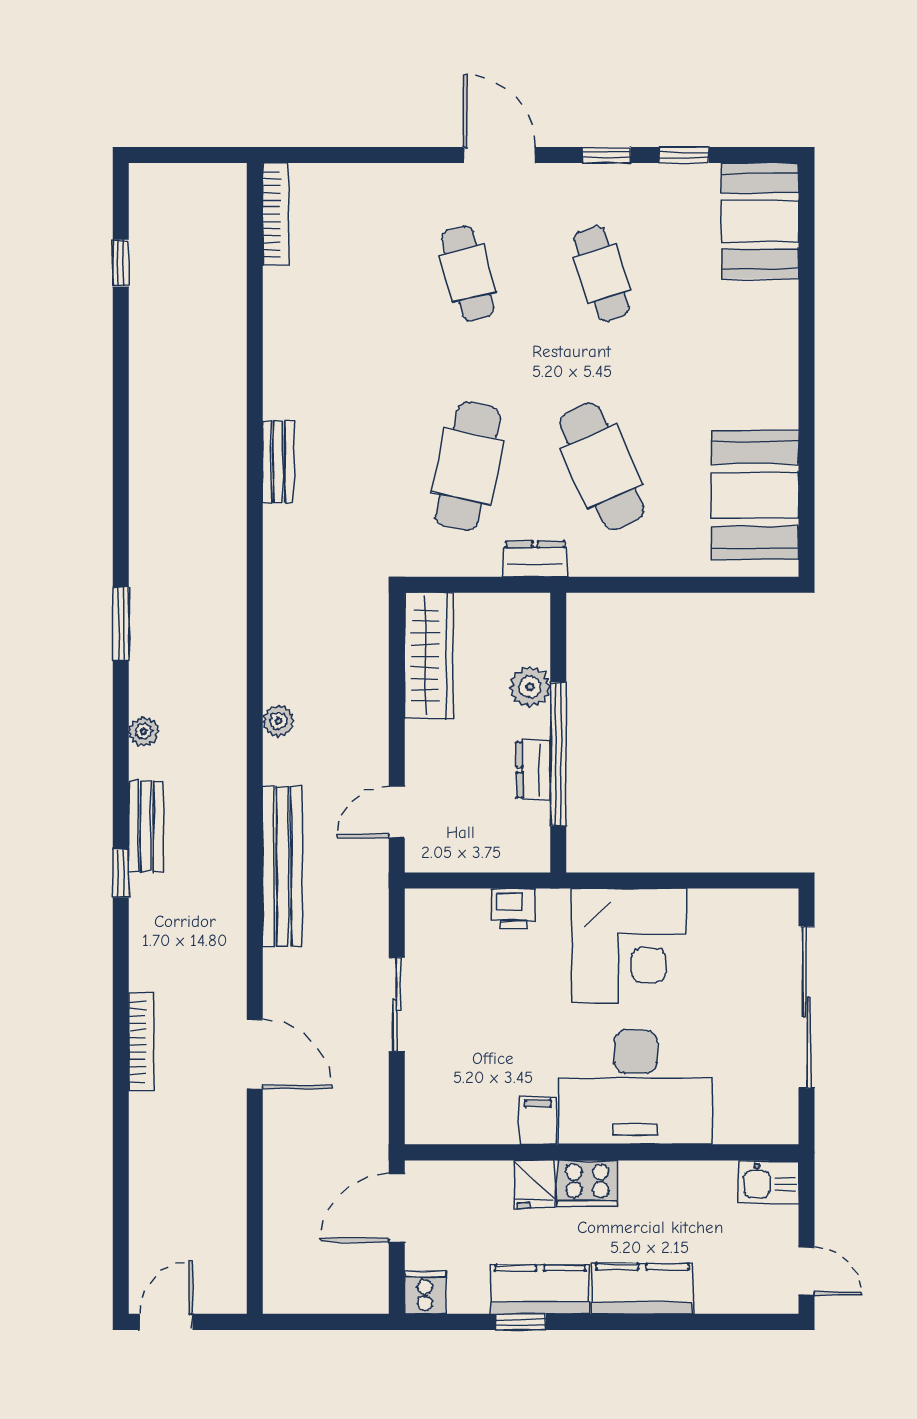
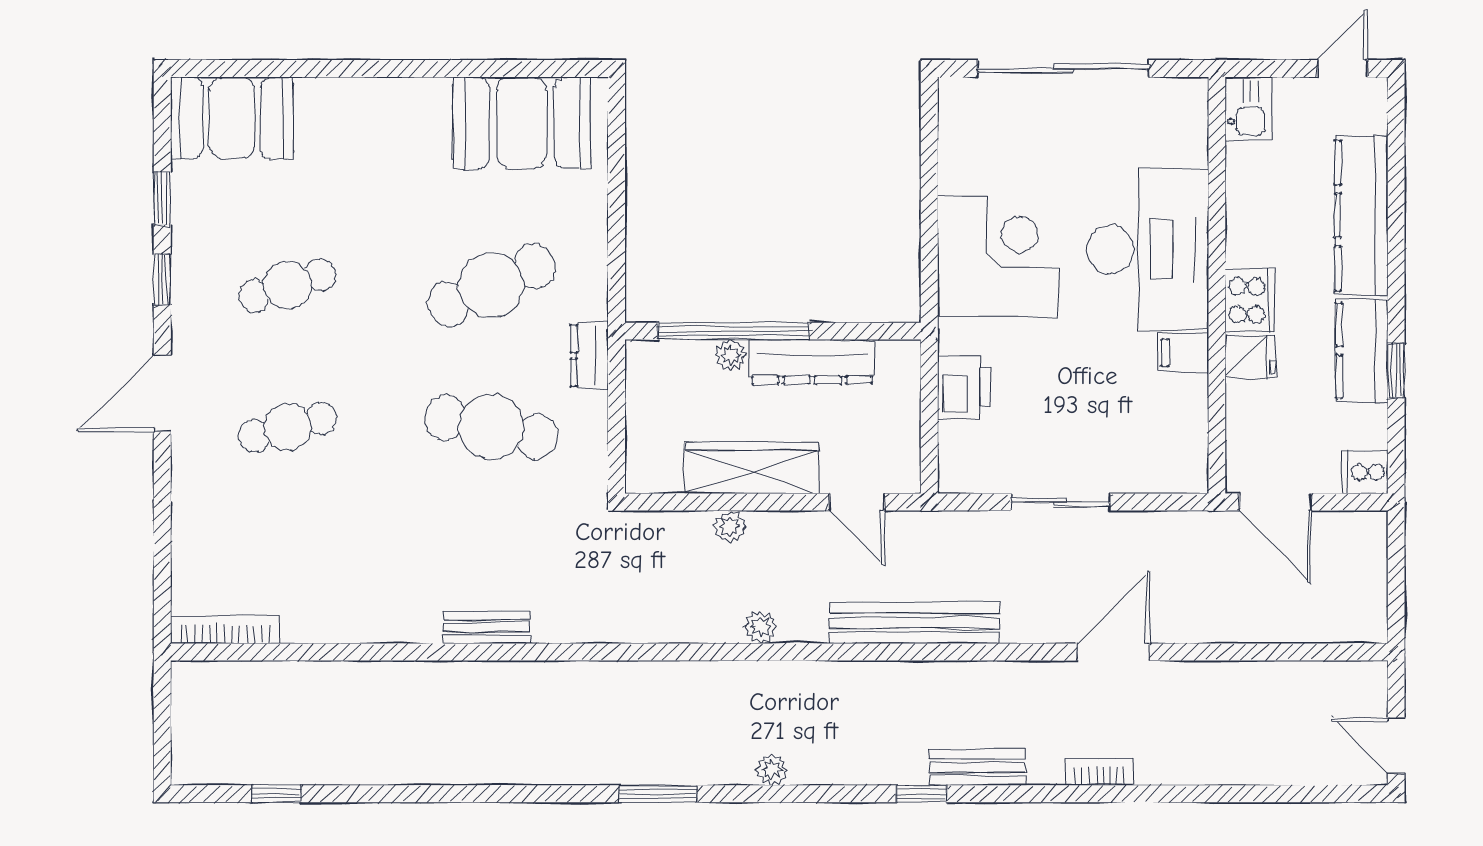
wardrobe: (429, 656) -> (751, 468), moved
plant: (530, 687) -> (730, 355), width x0.73, depth x0.73
plant: (374, 692) -> (730, 526), added
window: (558, 754) -> (734, 331), moved
dresser: (533, 770) -> (812, 362), width x1.96, depth x1.24
bench: (146, 826) -> (977, 767), moved
printer: (513, 908) -> (964, 387), width x1.36, depth x1.24
bookcase: (141, 1041) -> (1100, 772), width x0.64
kitchen counter: (642, 1289) -> (1361, 216), width x1.50

